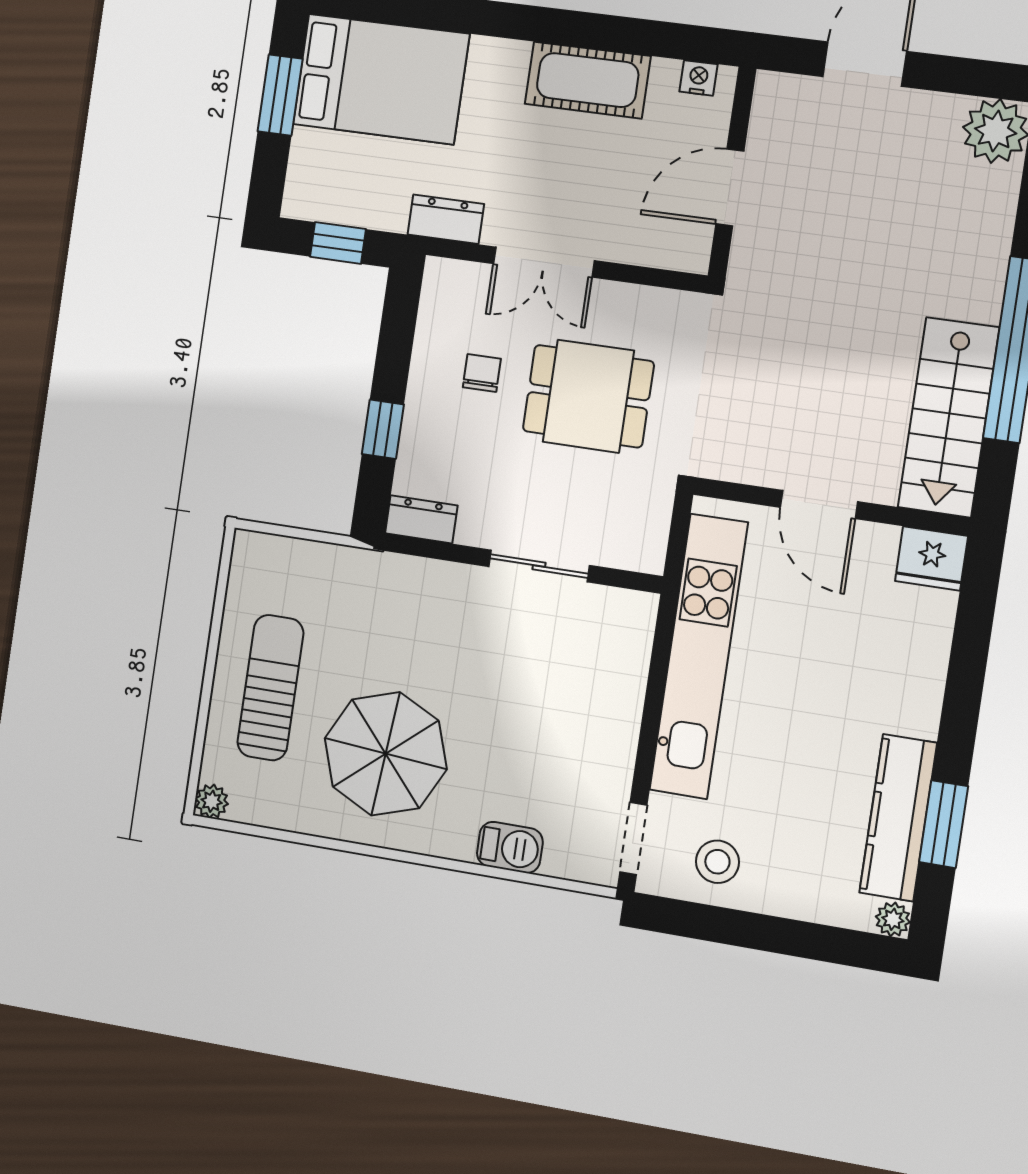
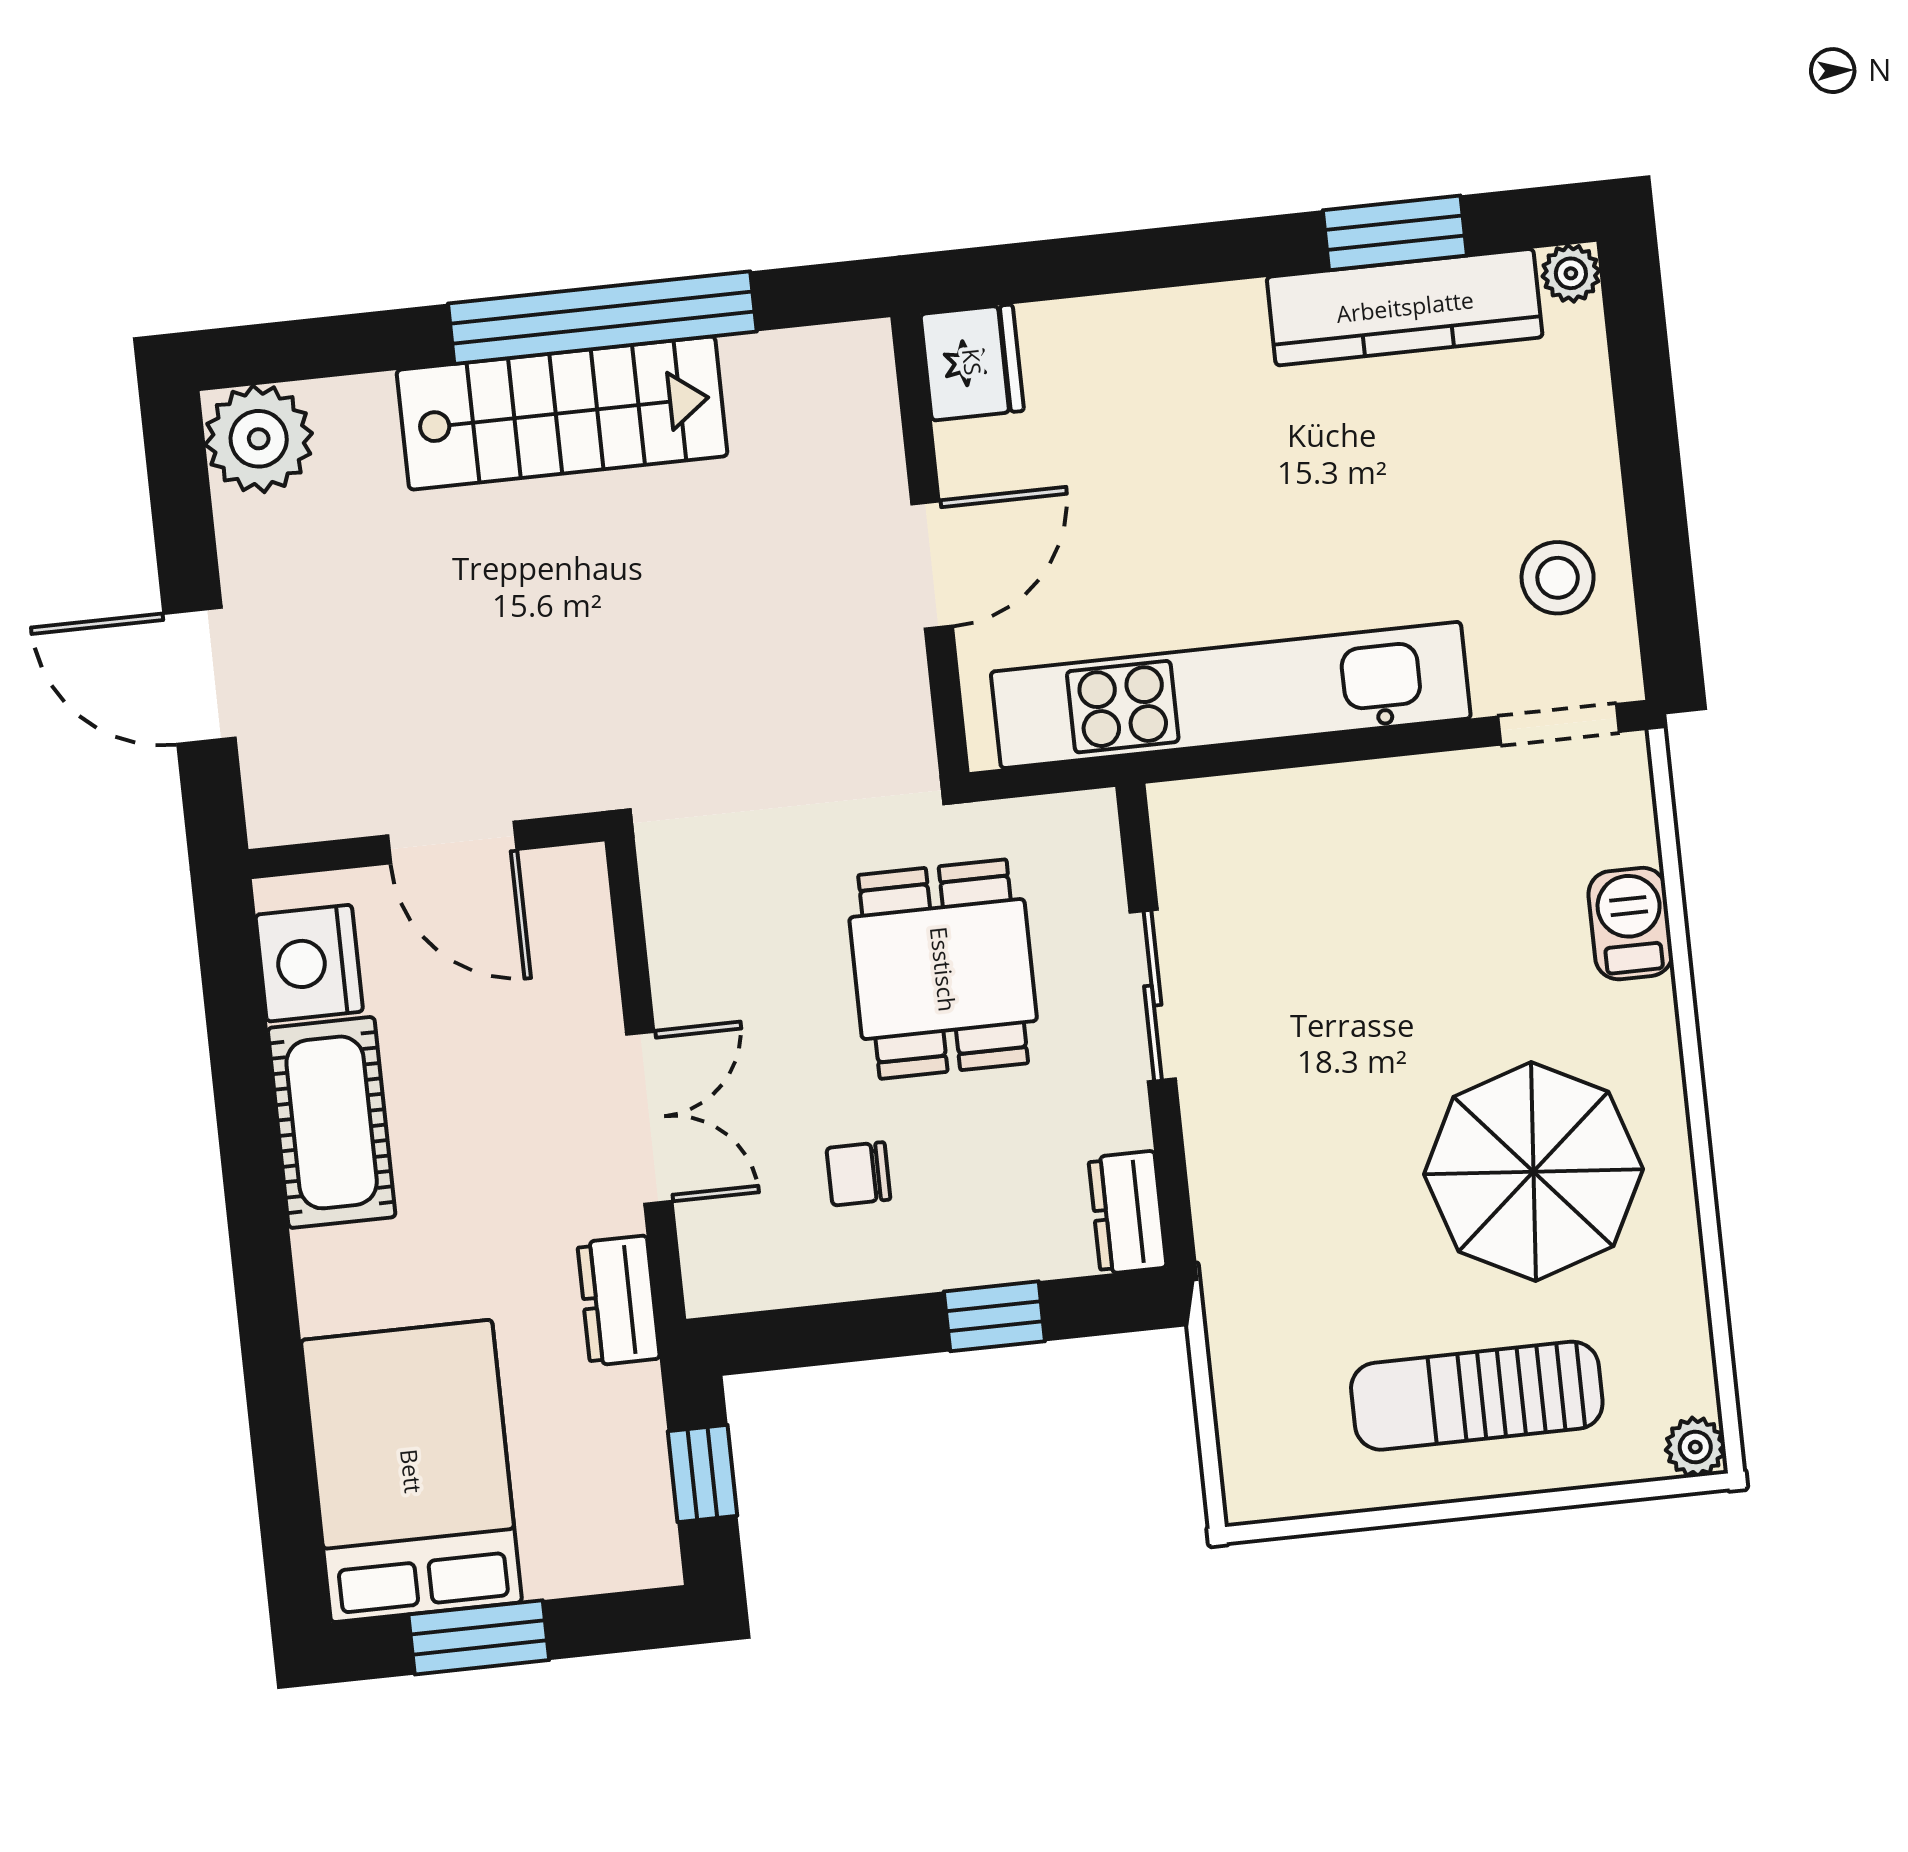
nightstand: (699, 78) -> (309, 963), width x1.89, depth x1.79
dining table: (588, 396) -> (943, 969), moved
stairs: (949, 417) -> (562, 413), moved

